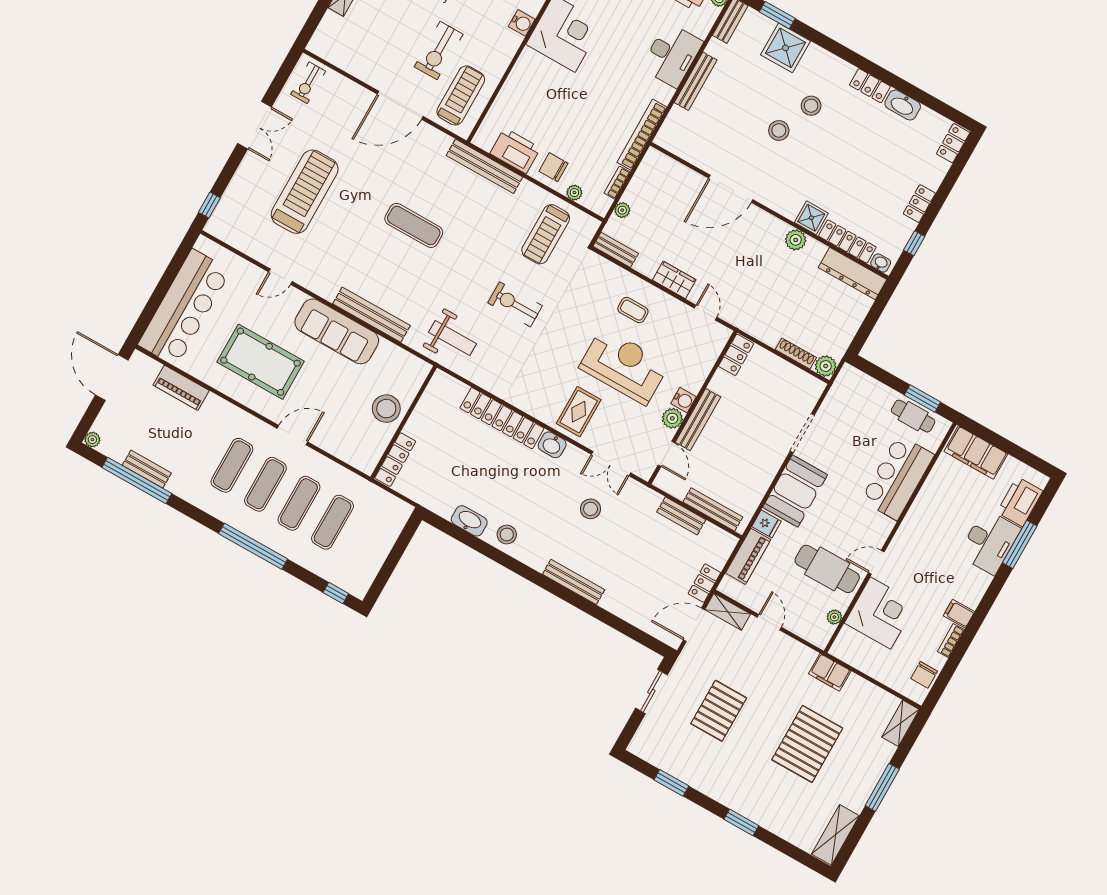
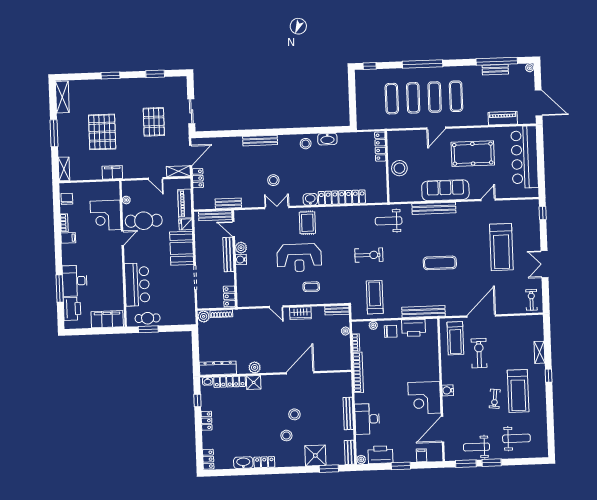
locker: (736, 355) -> (229, 296), moved
water cooler: (684, 400) -> (241, 260), moved
wall: (693, 407) -> (235, 259), moved
plant: (672, 418) -> (241, 248), moved
bench: (698, 420) -> (228, 255), moved
door: (666, 454) -> (233, 229), moved

